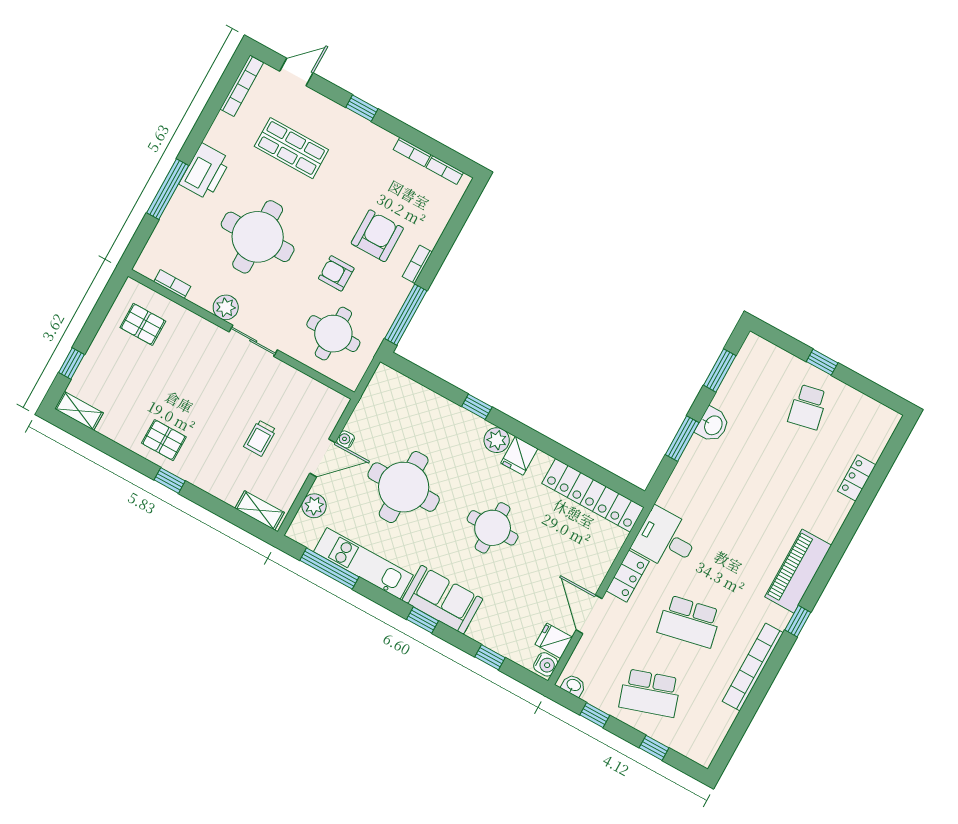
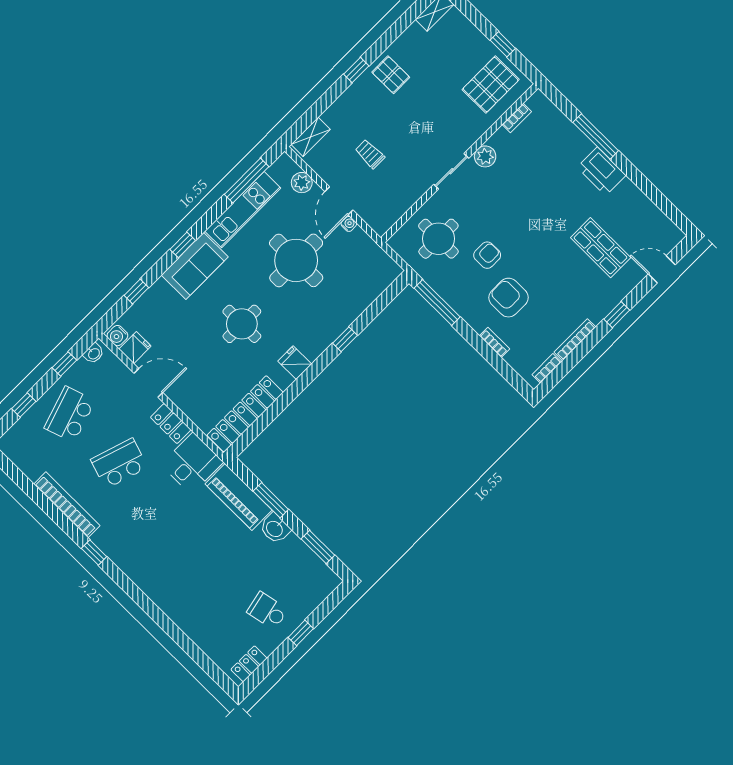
door: (296, 72) -> (662, 269), swing flipped
bookcase: (242, 86) -> (663, 221), removed
shop shelf: (291, 148) -> (601, 248), turned 90
bookcase: (412, 152) -> (575, 340), width x1.56
armchair: (377, 236) -> (508, 298), turned 180
round table: (258, 237) -> (536, 199), removed
bookcase: (417, 264) -> (495, 342), moved
pallet: (143, 324) -> (491, 84), width x1.50, depth x1.42
window: (71, 363) -> (503, 44), moved
pallet: (164, 440) -> (391, 75), turned 90
plant: (497, 440) -> (313, 348), removed
locker: (857, 478) -> (249, 664), moved, turned -90
piano: (798, 571) -> (239, 497), moved, turned 180
school desk: (689, 621) -> (119, 463), turned 30

